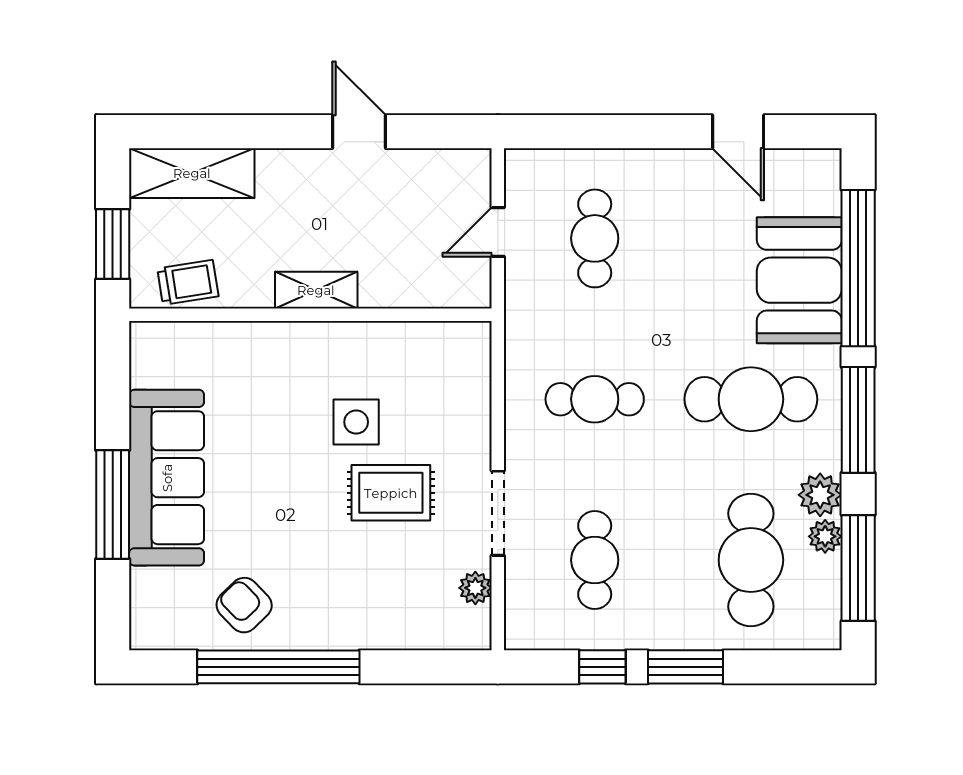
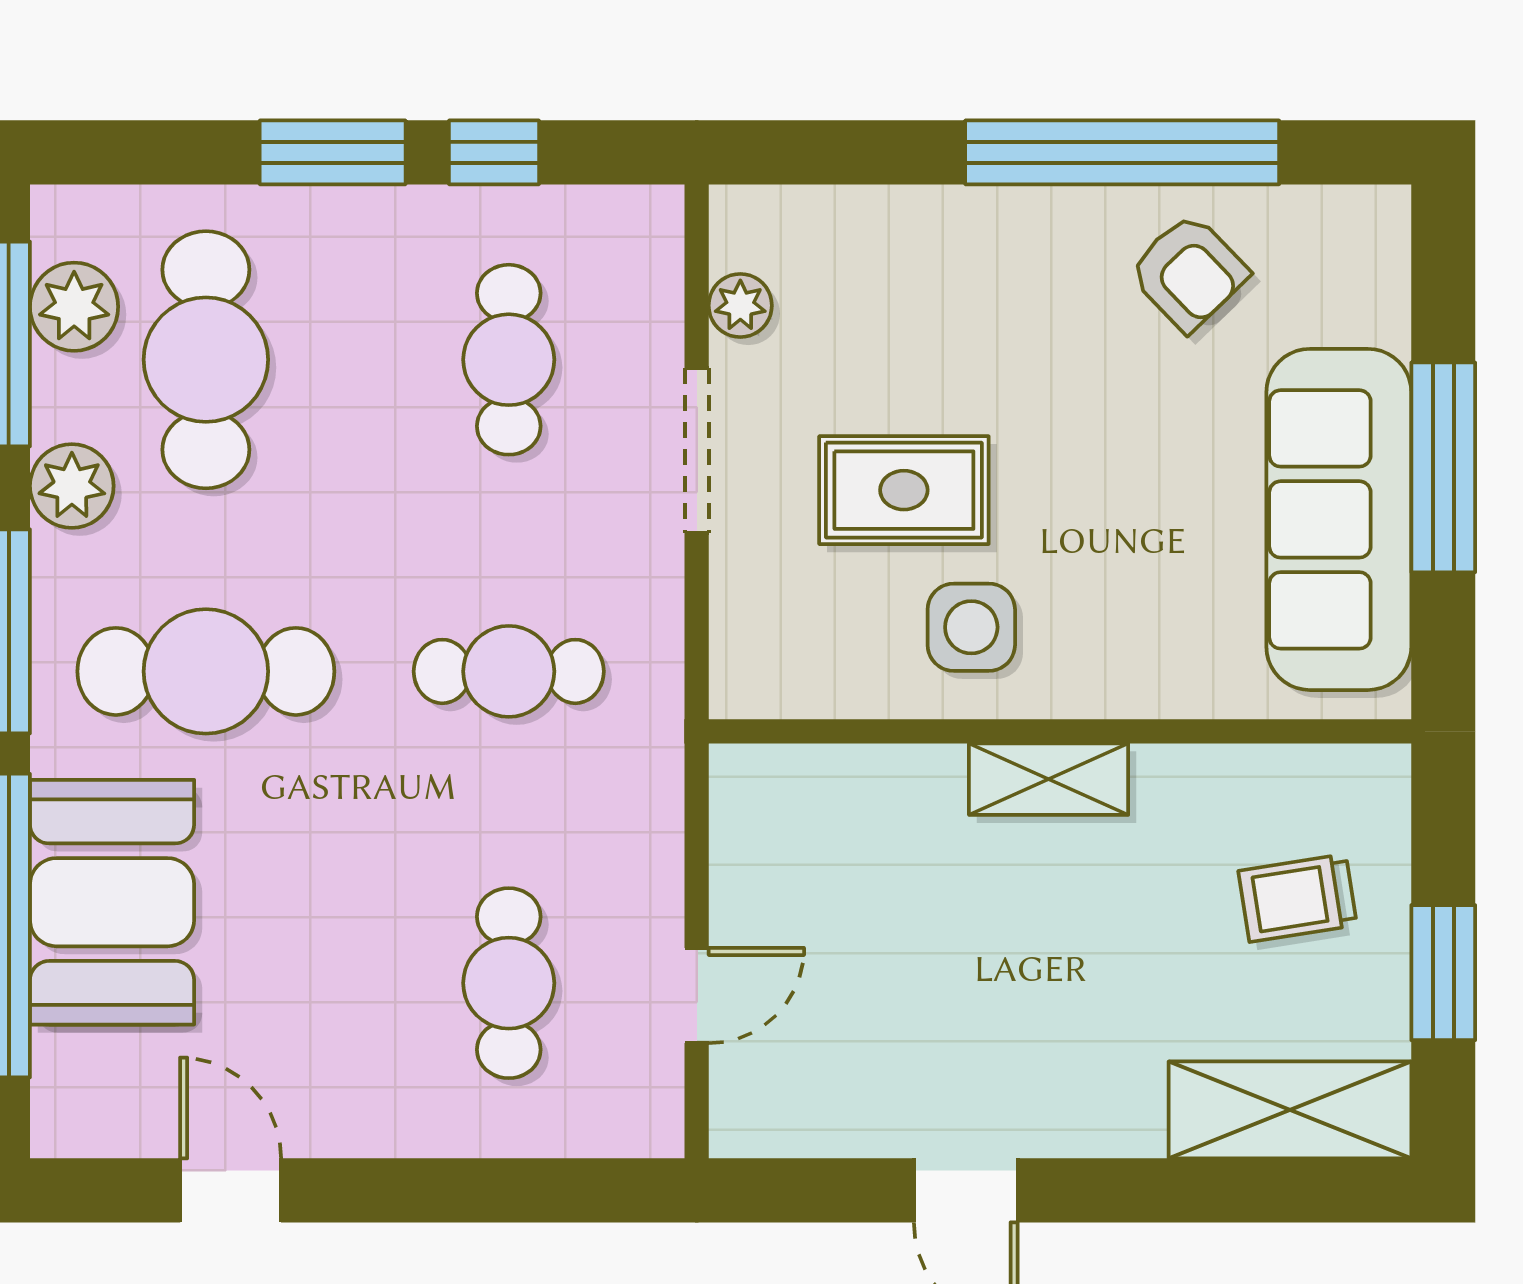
shelving: (316, 290) -> (1049, 779), moved
wall: (310, 315) -> (1060, 731), moved
plant: (825, 536) -> (74, 307), moved, width x1.38, depth x1.38

